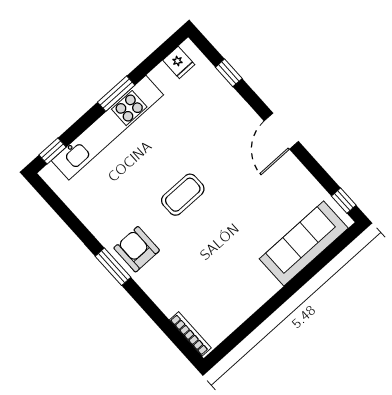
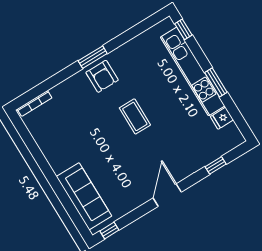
fridge: (179, 62) -> (222, 118), moved
door: (281, 131) -> (167, 195), hinge flipped
armchair: (137, 249) -> (102, 76), turned 90

